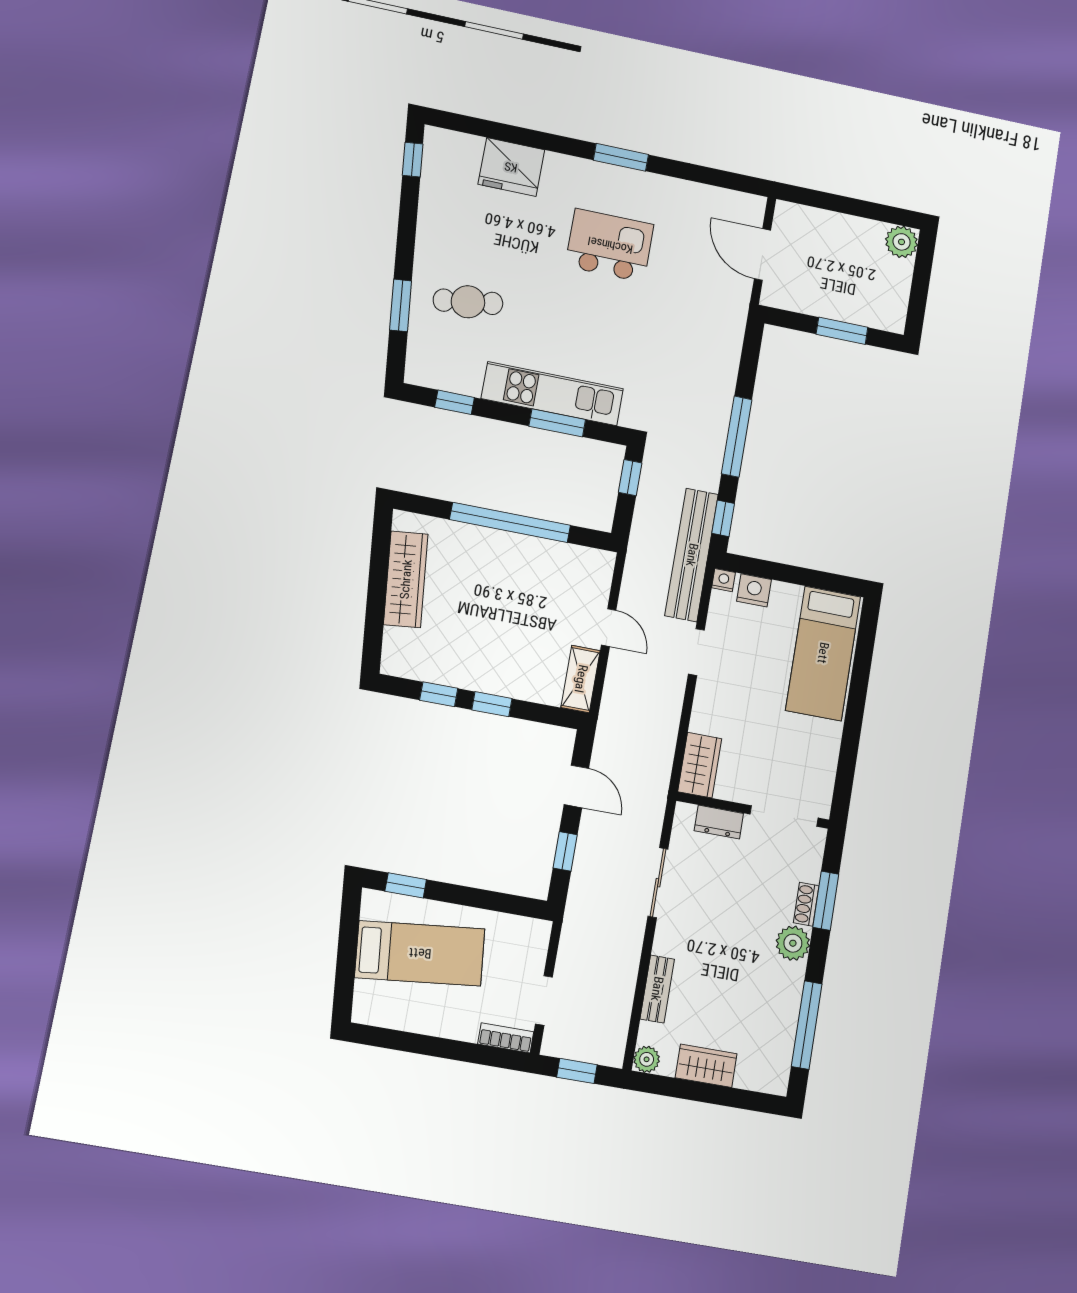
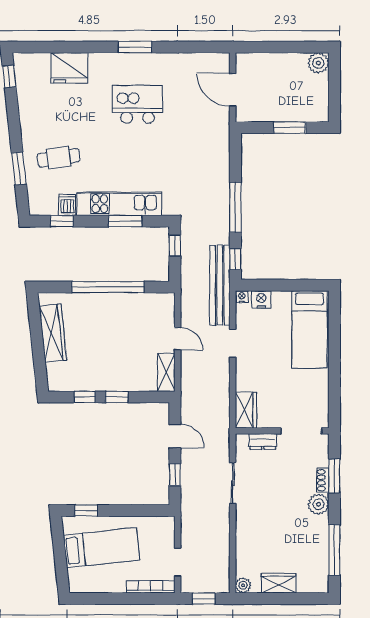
dishwasher: (468, 378) -> (67, 205), added
bench: (657, 989) -> (243, 544), removed
bookcase: (506, 1038) -> (151, 587), width x1.56

